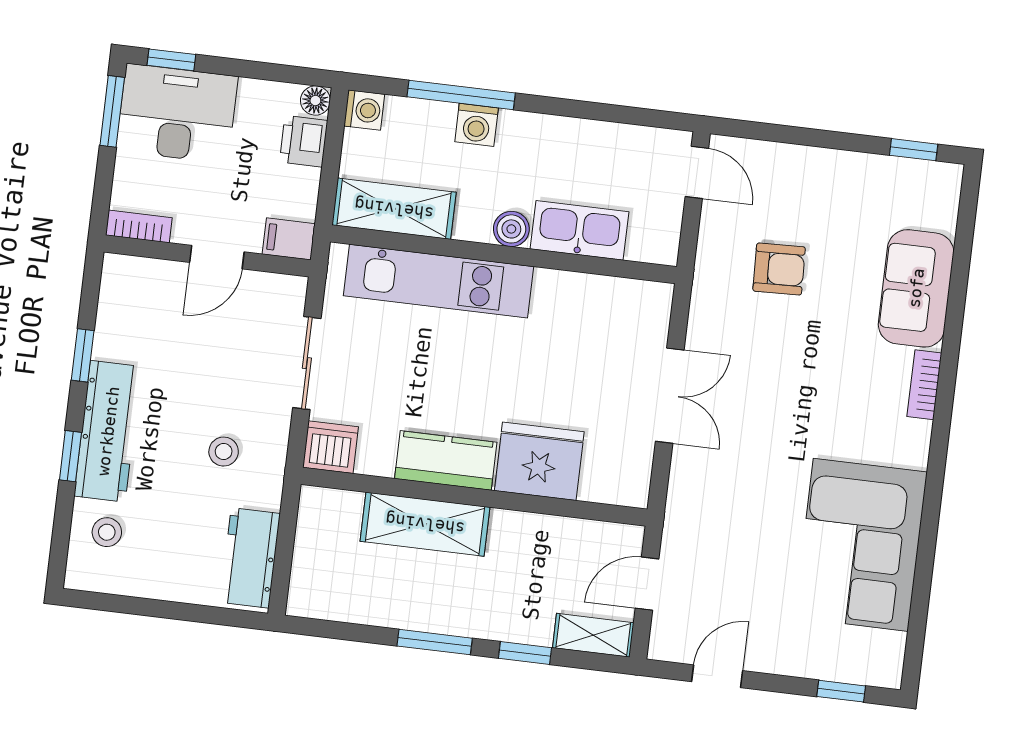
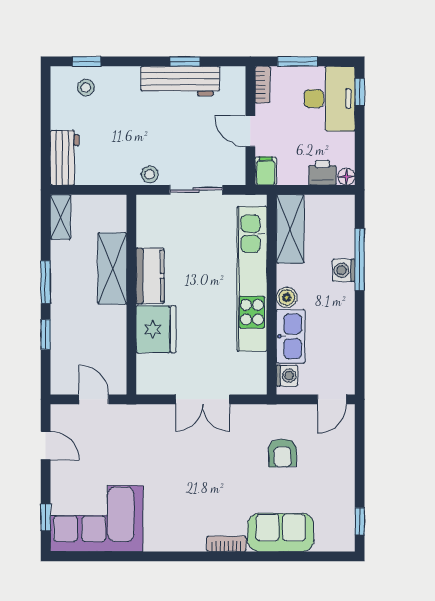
washing machine: (364, 110) -> (287, 376), moved, turned -90
window: (112, 111) -> (298, 61), moved
kitchen unit: (439, 281) -> (252, 279), width x1.36
workbench: (108, 431) -> (180, 81), moved
dishwasher: (331, 447) -> (150, 209), removed
stool: (224, 452) -> (150, 174), moved
window: (70, 456) -> (87, 61), moved
corner sofa: (861, 545) -> (97, 519), moved
workbench: (250, 558) -> (65, 158), moved, turned 90
shelving: (593, 635) -> (61, 217), moved

